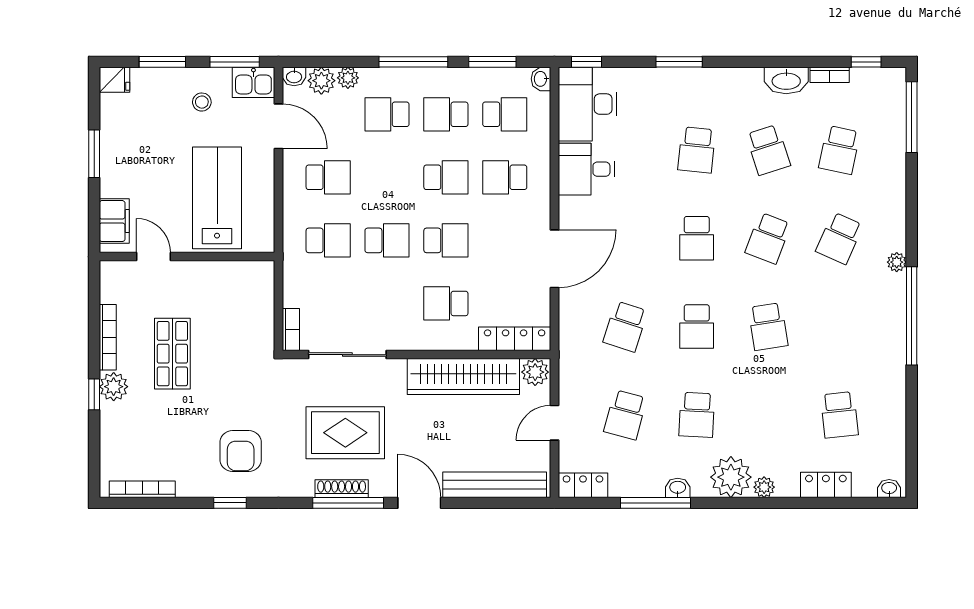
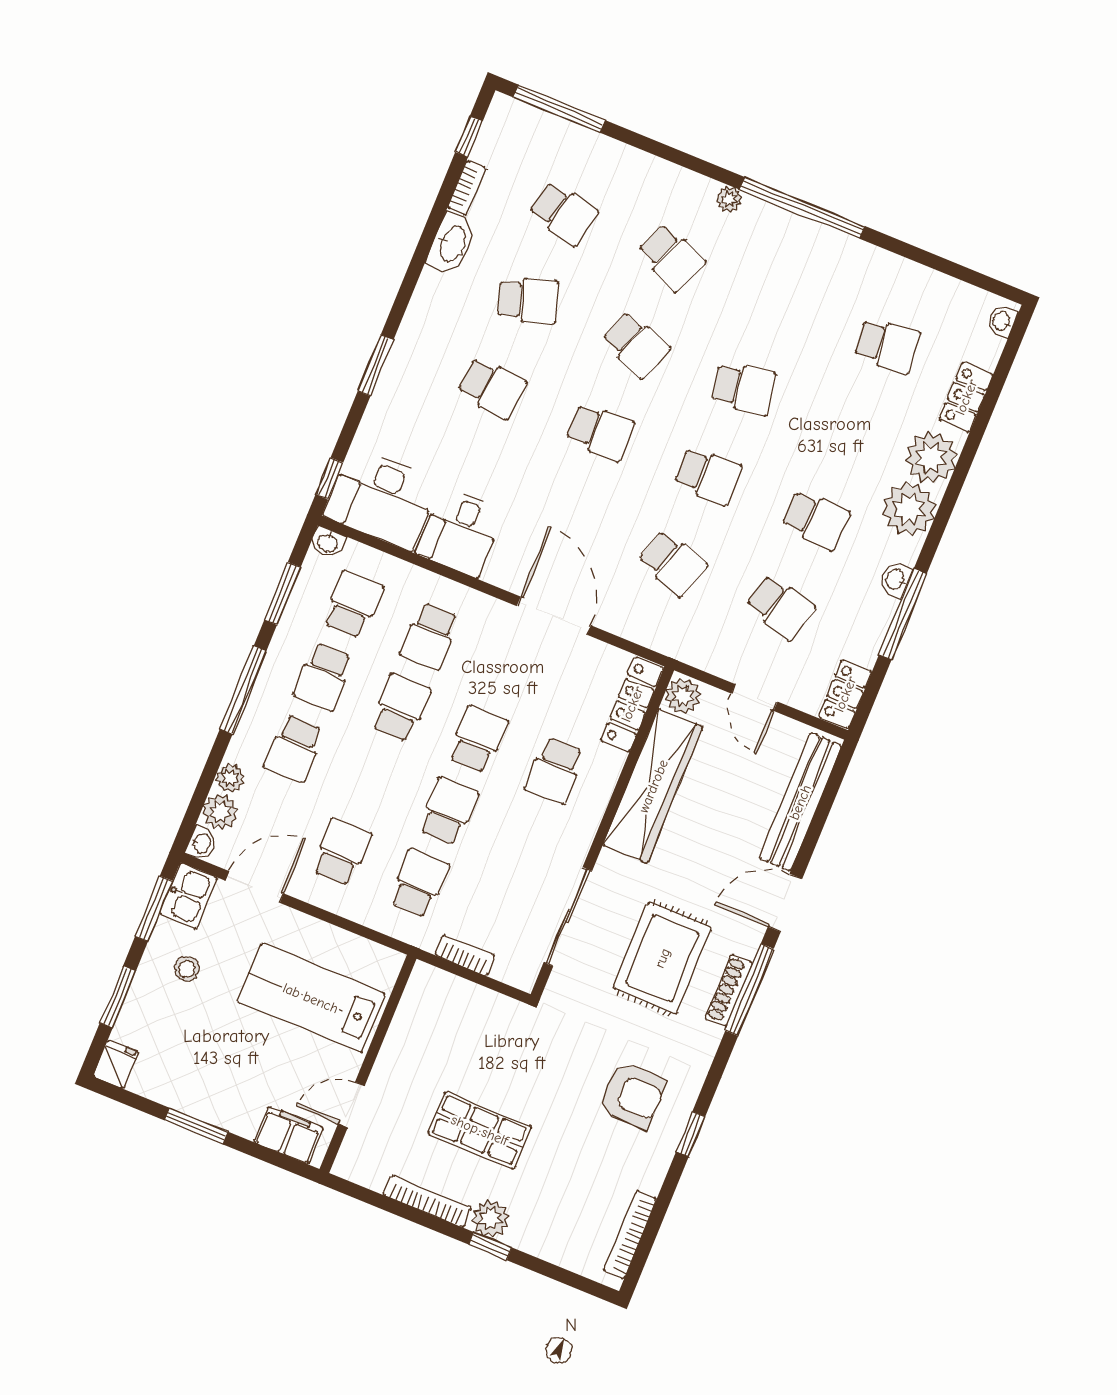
bookcase: (291, 330) -> (465, 955), moved
plant: (764, 487) -> (931, 458), width x1.88, depth x1.88

